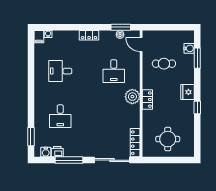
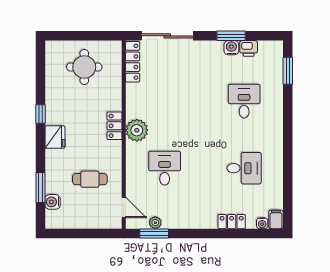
locker: (89, 35) -> (232, 222), moved
water cooler: (46, 152) -> (231, 48), moved
window: (69, 160) -> (231, 36), width x0.69

